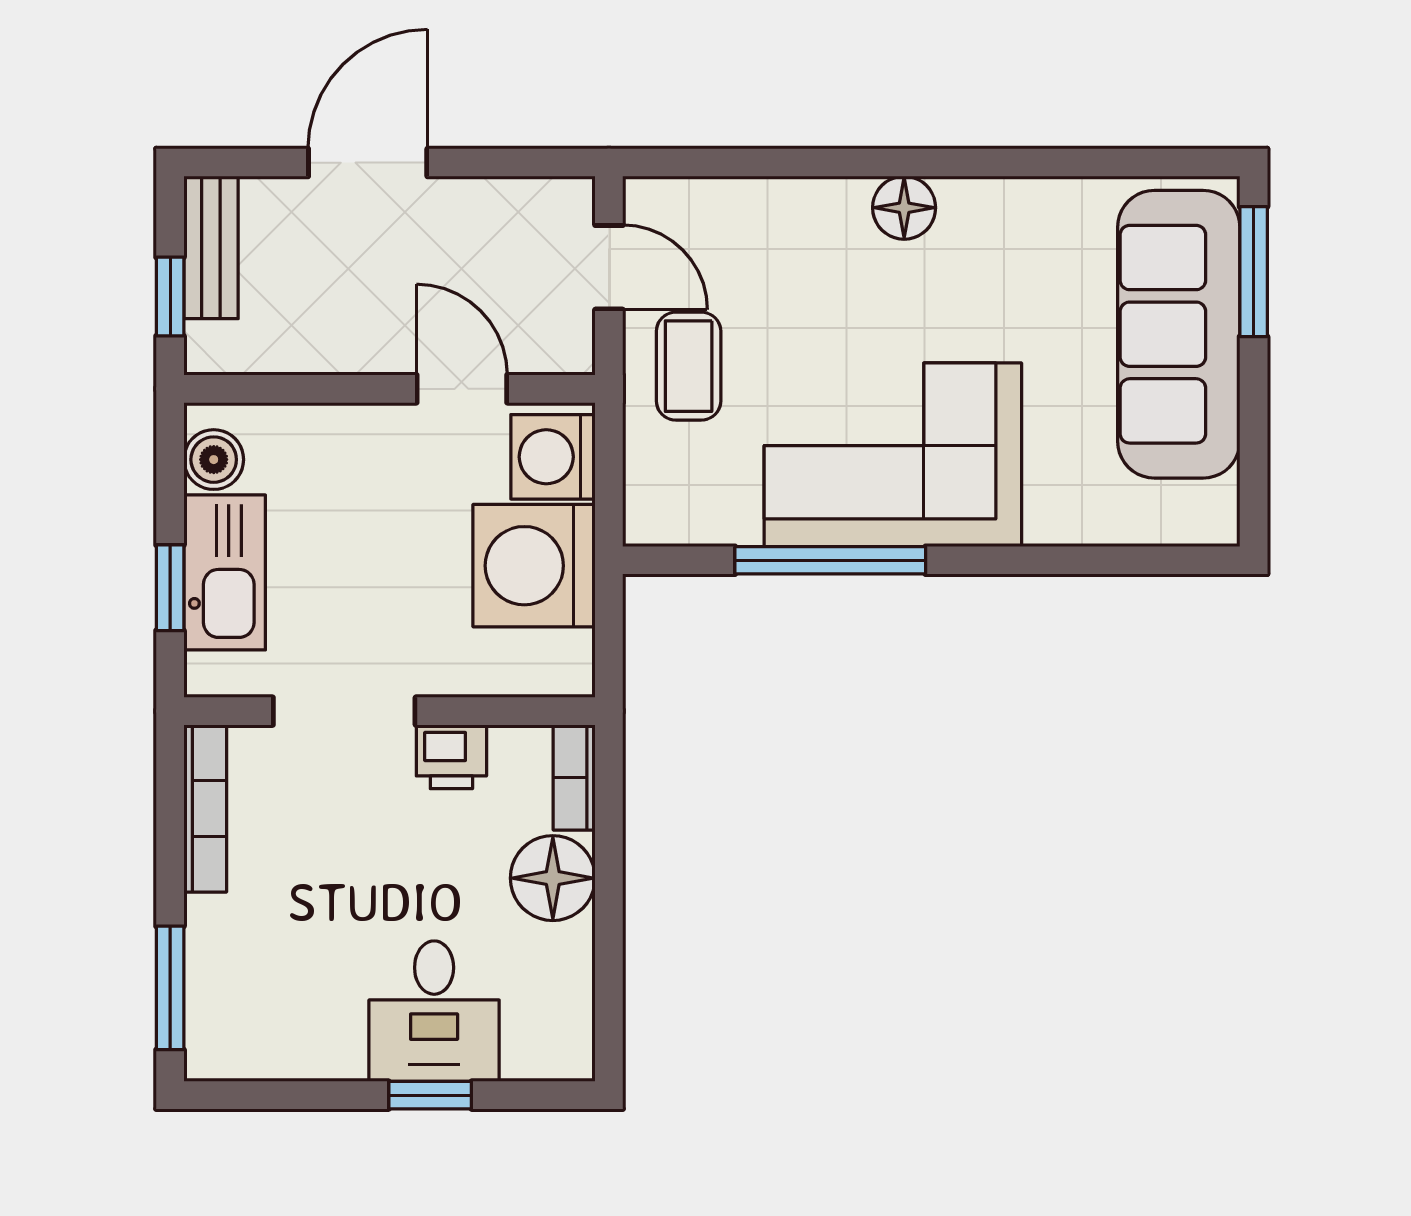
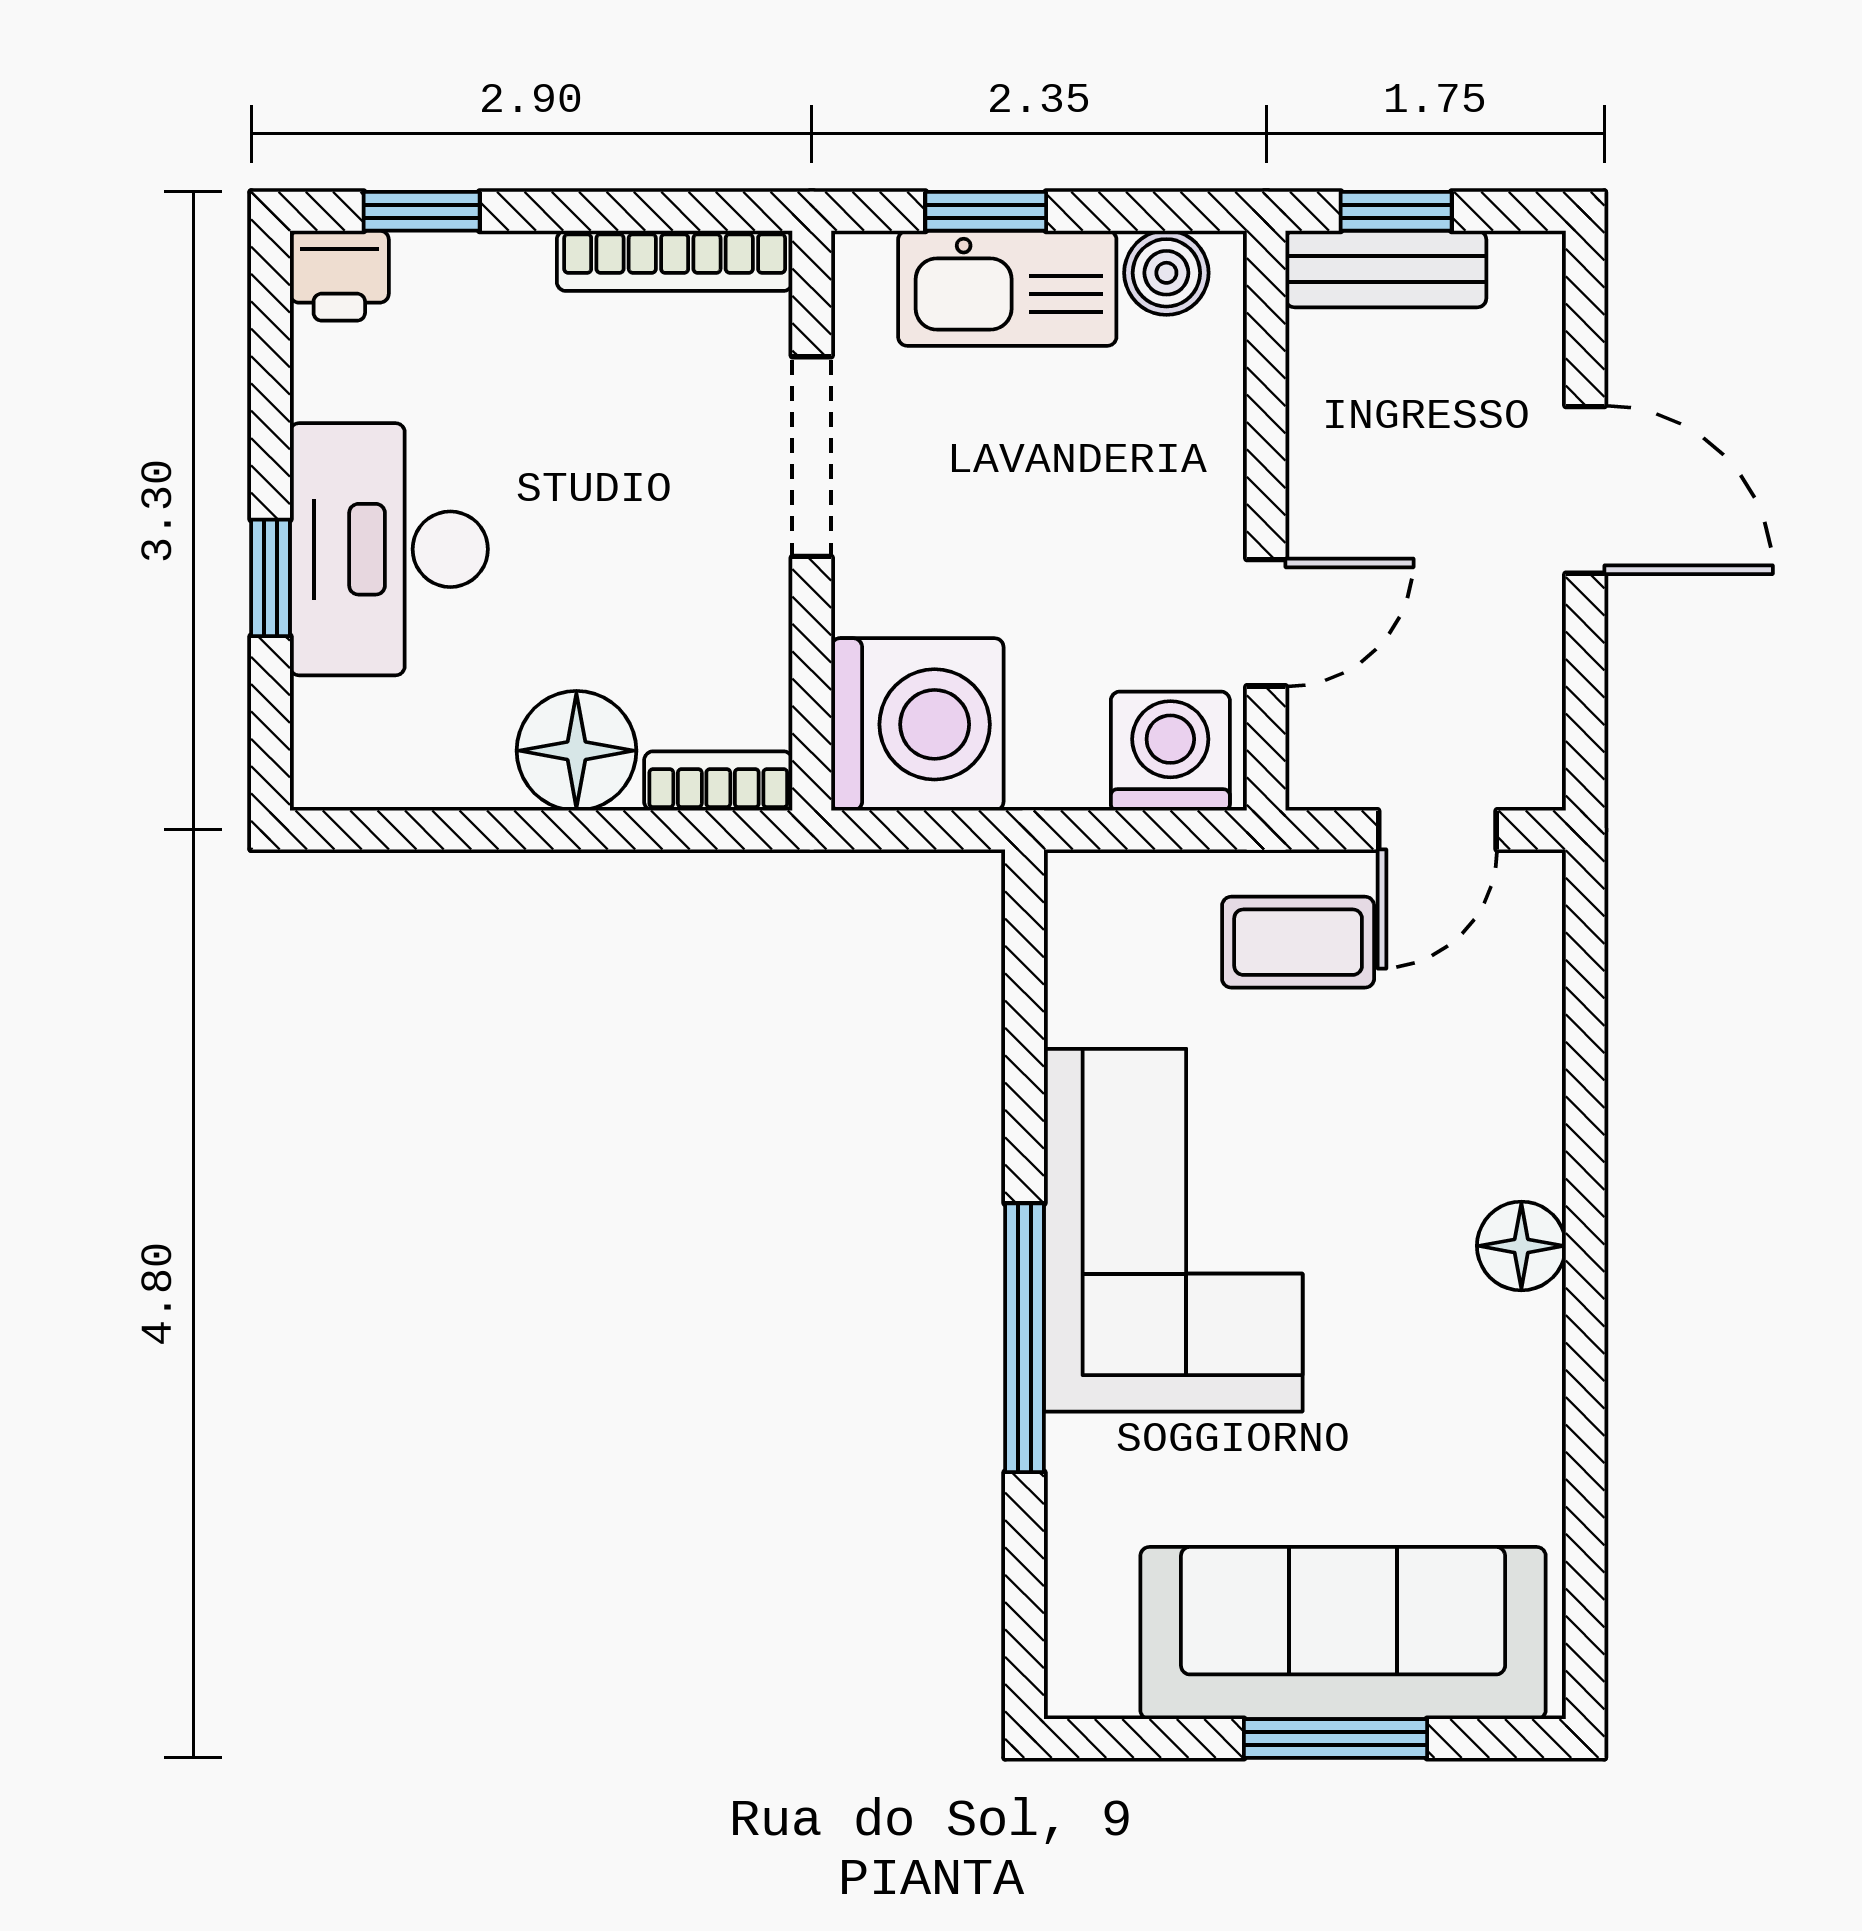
bench: (211, 247) -> (1386, 269), moved
window: (1254, 272) -> (1336, 1739), moved
window: (830, 560) -> (1024, 1338), moved
washing machine: (534, 566) -> (917, 724), moved, turned 90
printer: (451, 757) -> (339, 276), moved, turned -90
window: (170, 988) -> (422, 211), width x0.67
desk: (434, 1011) -> (389, 549), width x1.37

